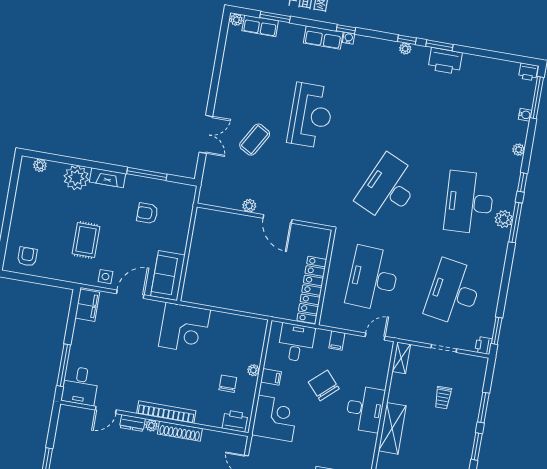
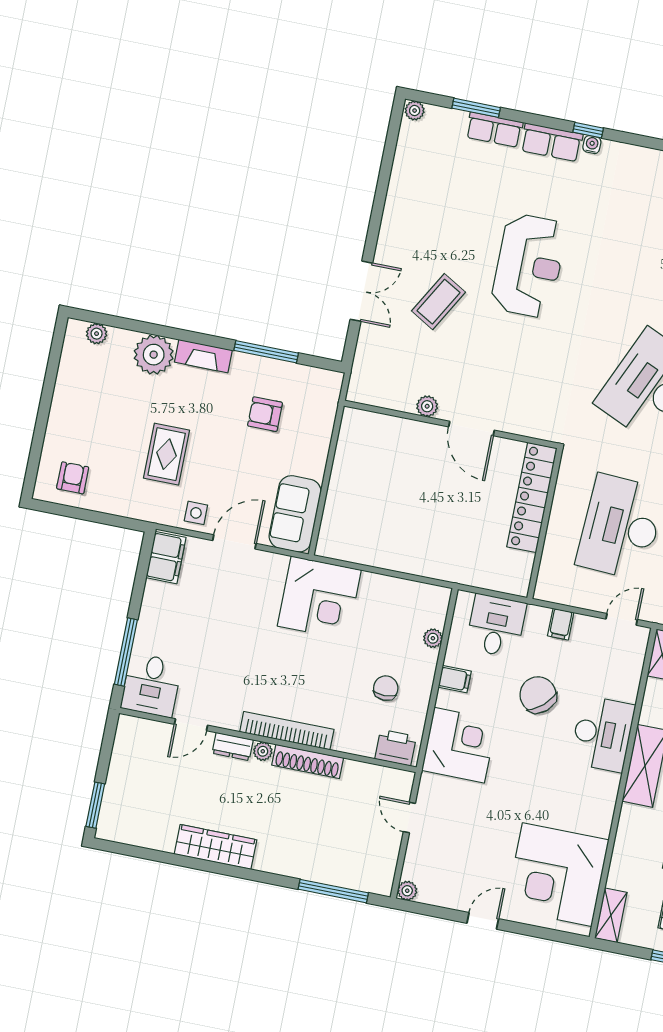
row of seats: (260, 26) -> (494, 130), moved
locker: (312, 290) -> (532, 497), moved
plant: (253, 370) -> (433, 638), moved

